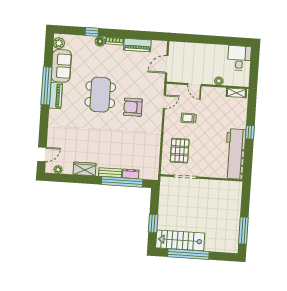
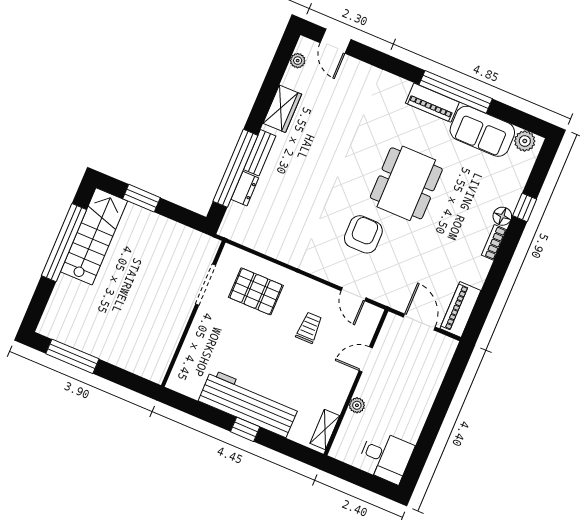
piano: (137, 45) -> (460, 309), moved
dining table: (100, 95) -> (406, 183), turned 90
workbench: (235, 154) -> (249, 403), moved

